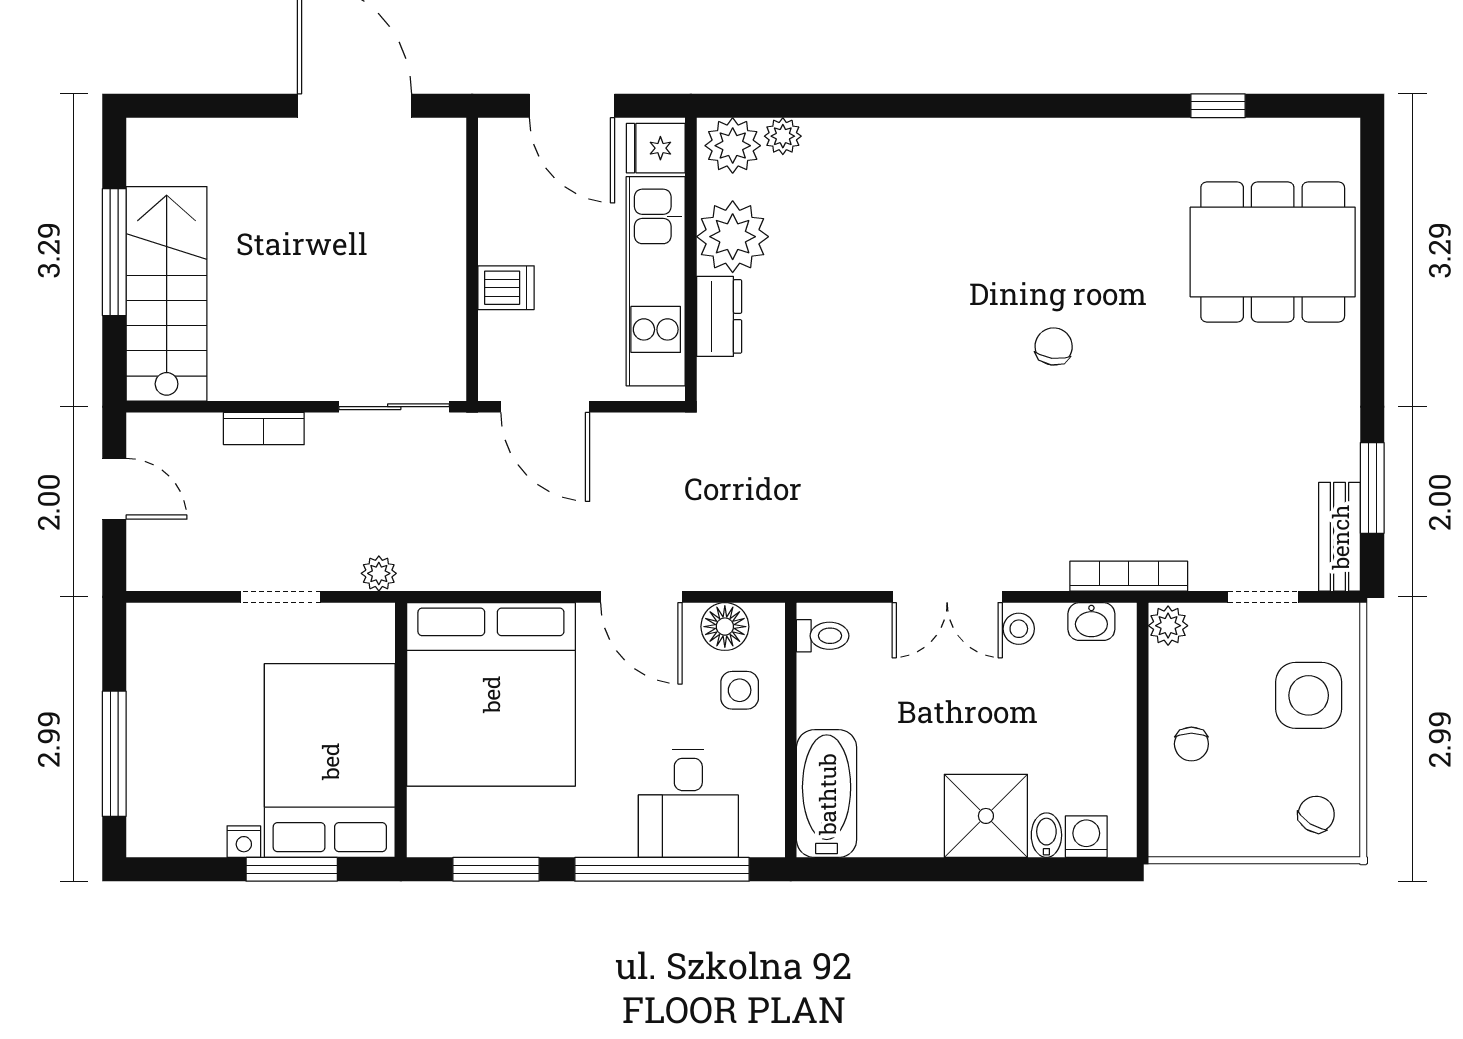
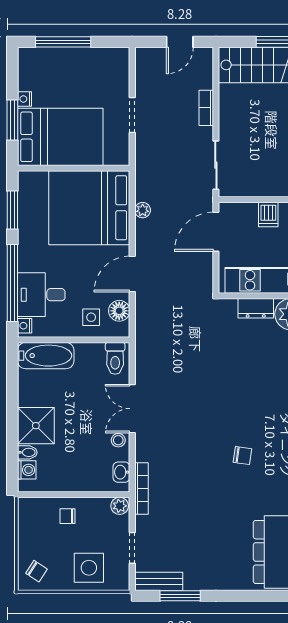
plant: (379, 573) -> (143, 210), moved
toilet: (823, 636) -> (115, 358), width x1.37, depth x1.39
nightstand: (759, 842) -> (25, 326), added

